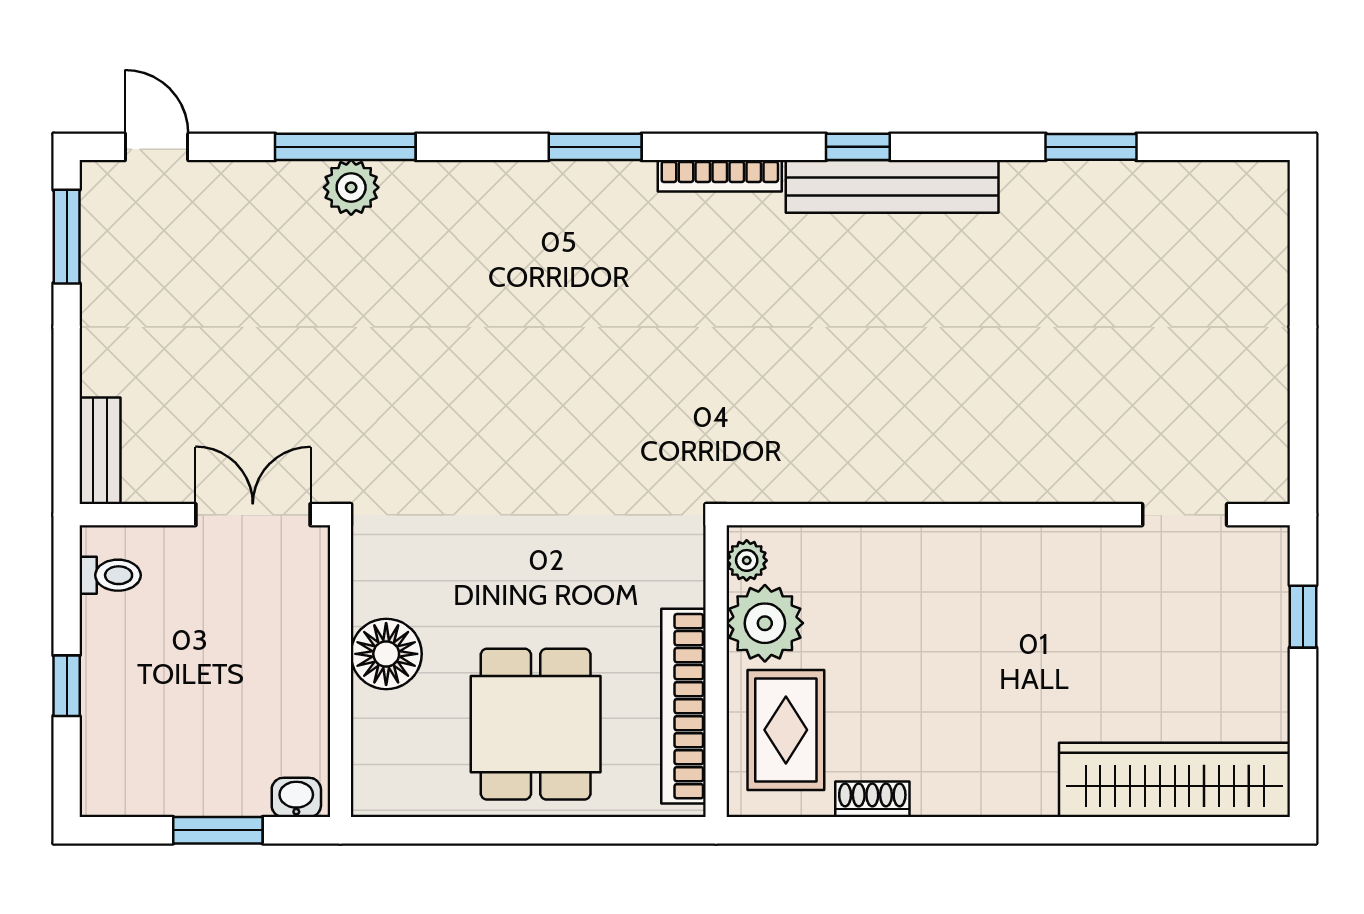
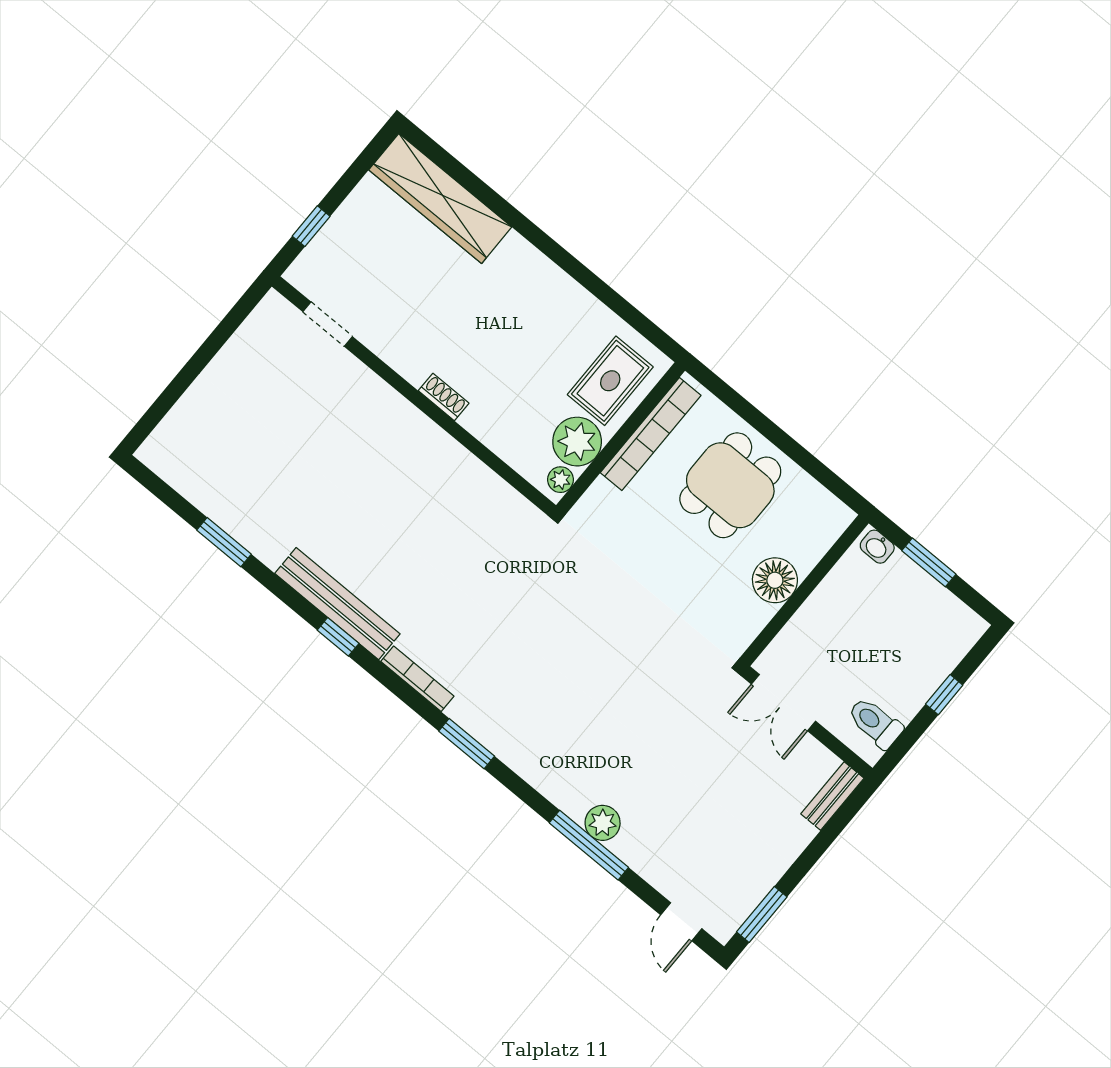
toilet: (110, 575) -> (875, 723), width x1.37, depth x1.39
shoe rack: (872, 799) -> (444, 397), moved, turned 180

